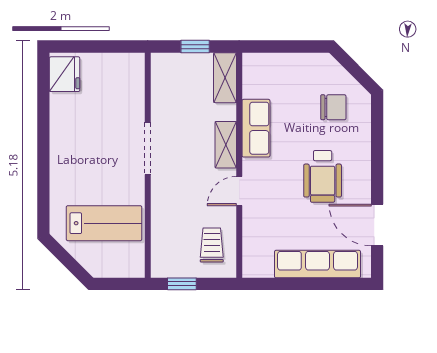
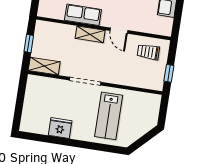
fridge: (65, 74) -> (60, 128), moved
shelving: (225, 78) -> (44, 66), moved
lab bench: (104, 223) -> (109, 116), moved, turned 180

